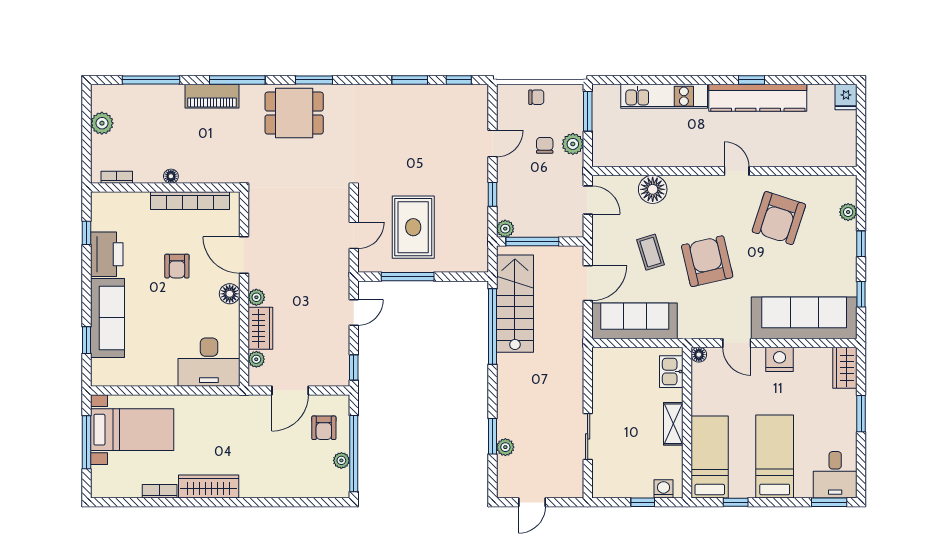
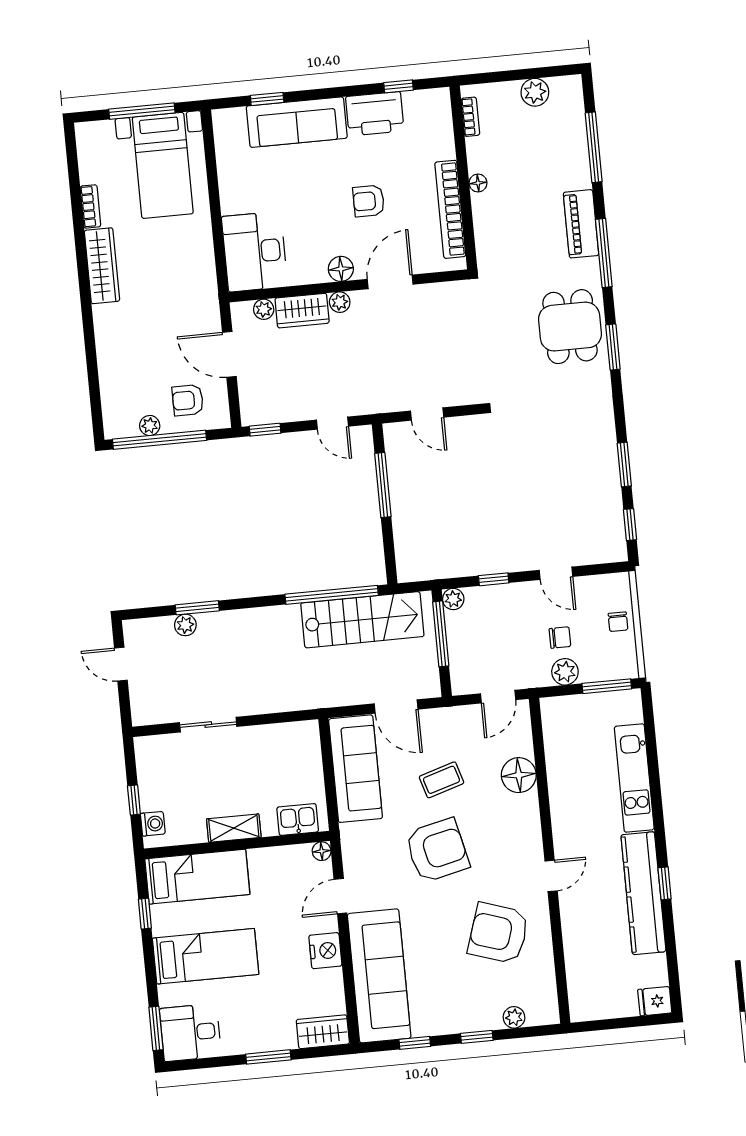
rug: (413, 227) -> (444, 486), removed

